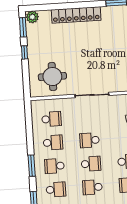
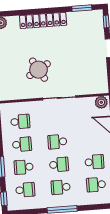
round table: (52, 77) -> (39, 70), moved, turned -30

